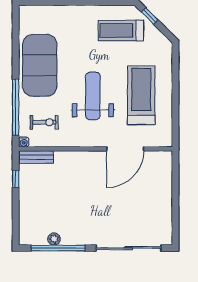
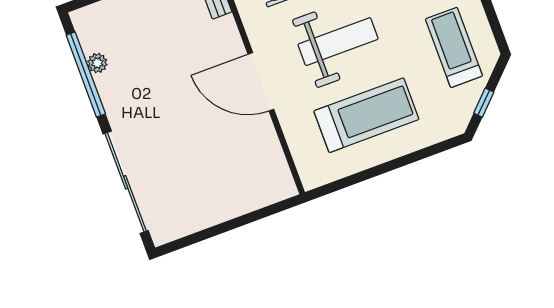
window: (150, 16) -> (484, 103), moved
door: (125, 149) -> (261, 82), moved

